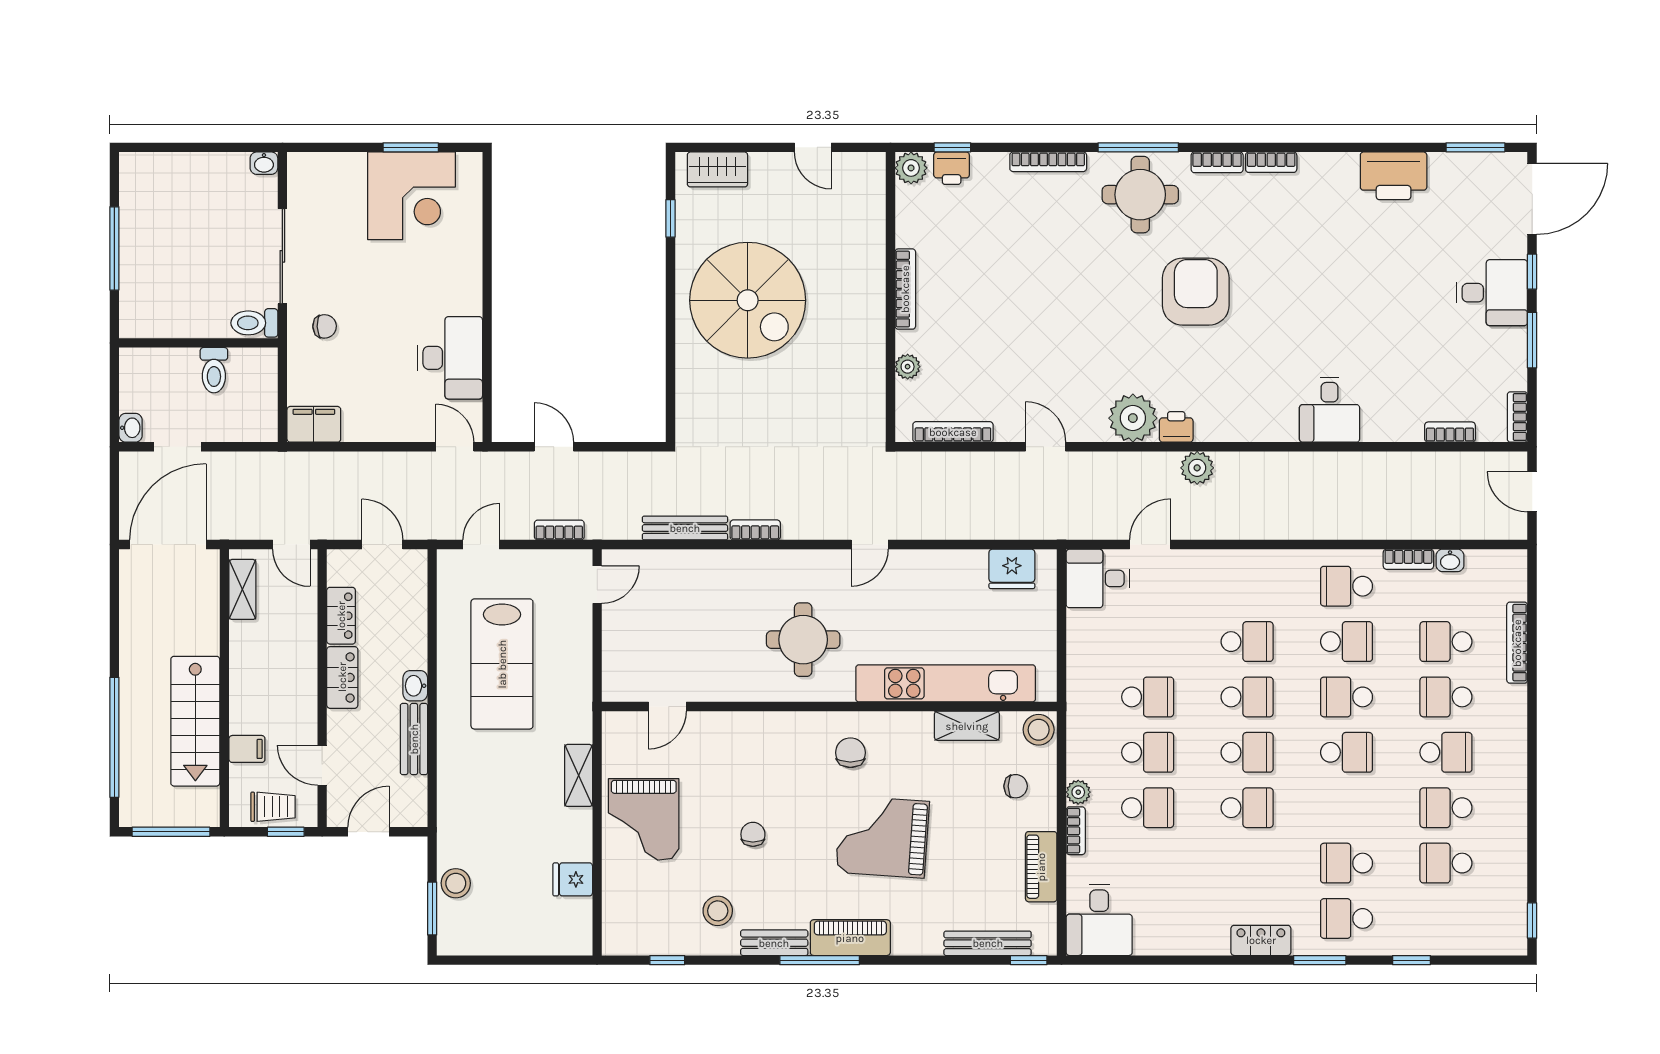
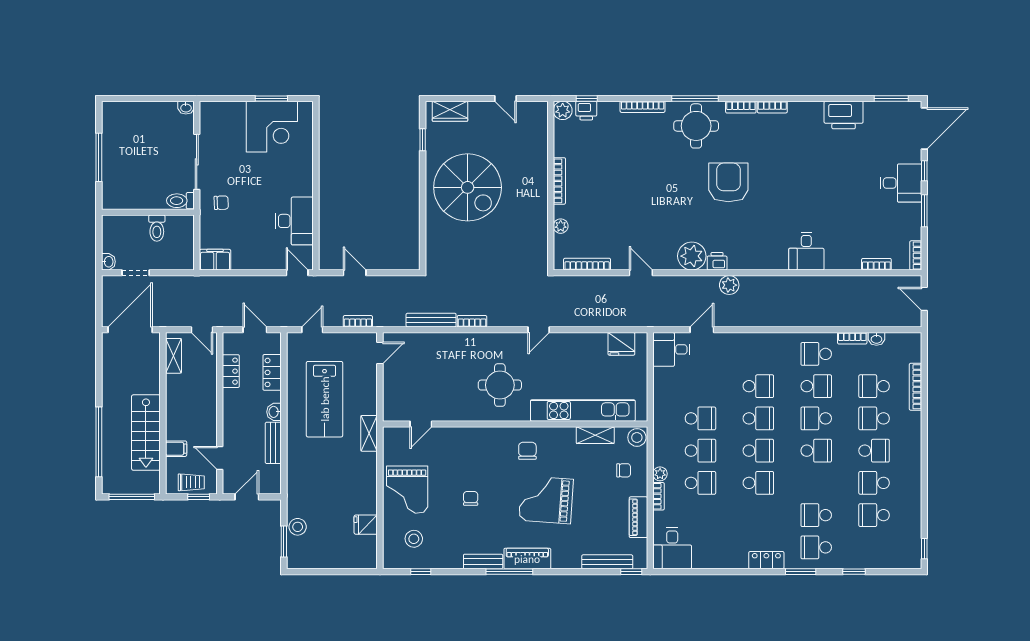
locker: (342, 677) -> (272, 372), moved, turned 180
shelving: (579, 775) -> (369, 433), moved
stool: (718, 911) -> (414, 539), moved

